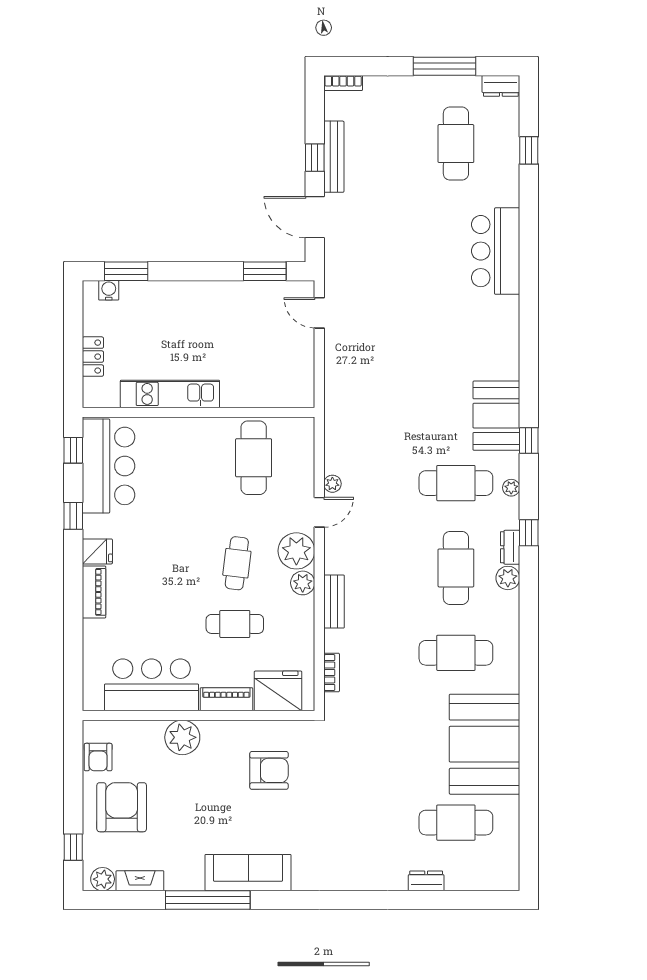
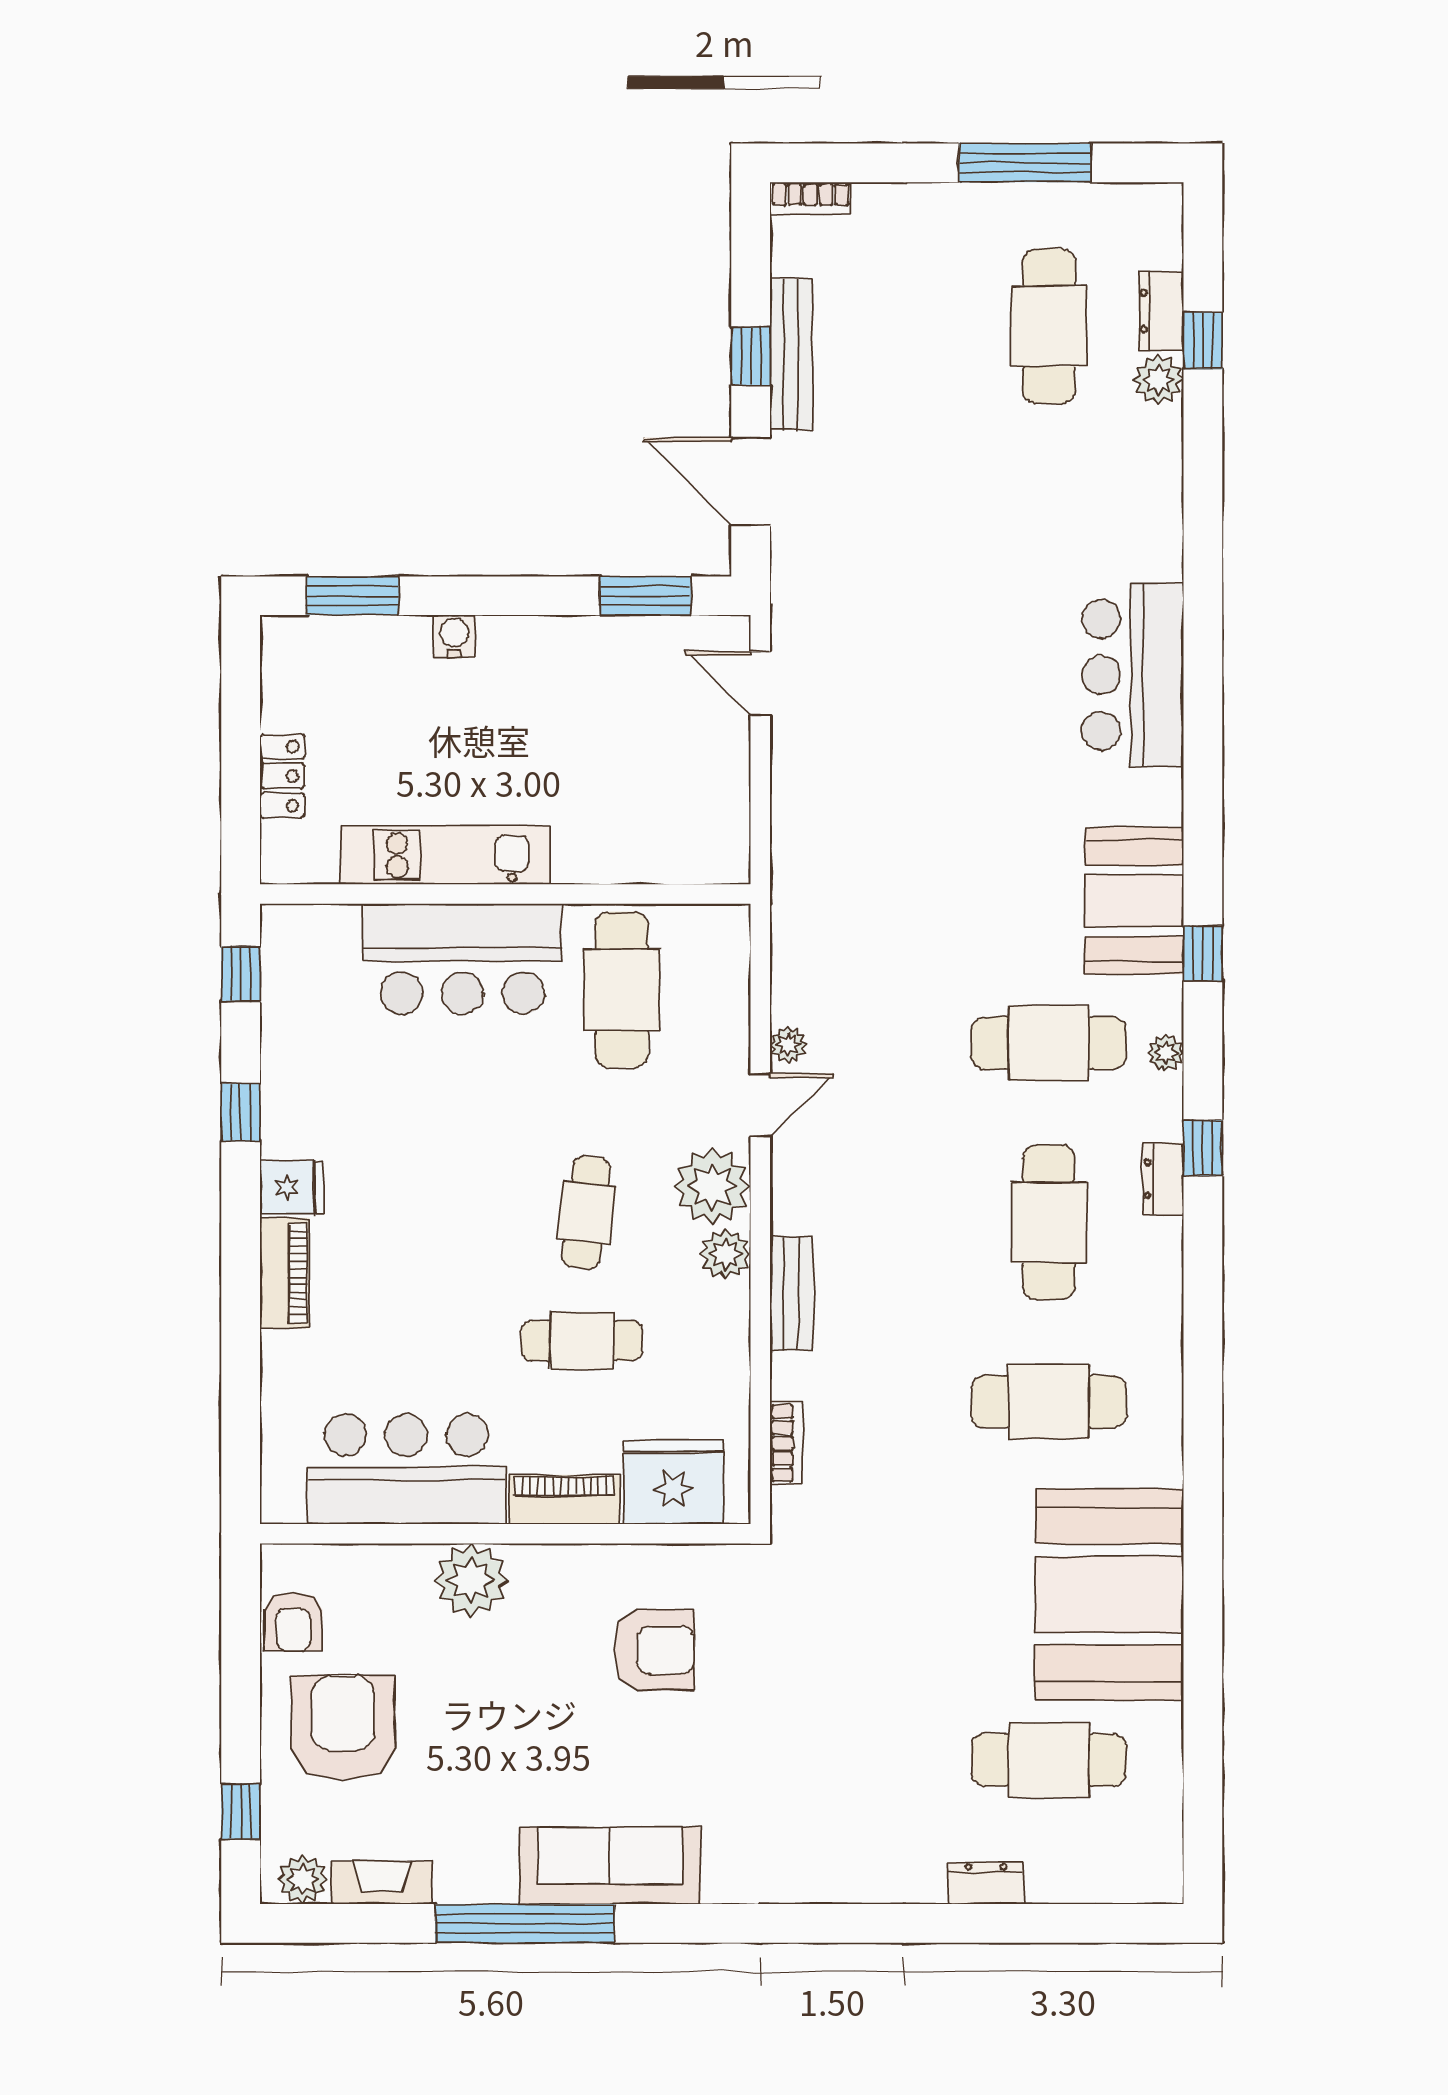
dresser: (501, 86) -> (1161, 311), moved, turned 90
bar counter: (496, 251) -> (1133, 675), moved
water cooler: (109, 290) -> (454, 636), moved
bar counter: (108, 466) -> (462, 959), moved, turned 90
plant: (508, 578) -> (1159, 380), moved

